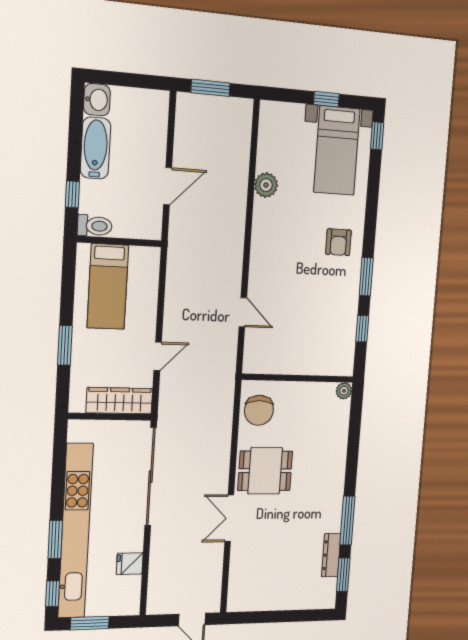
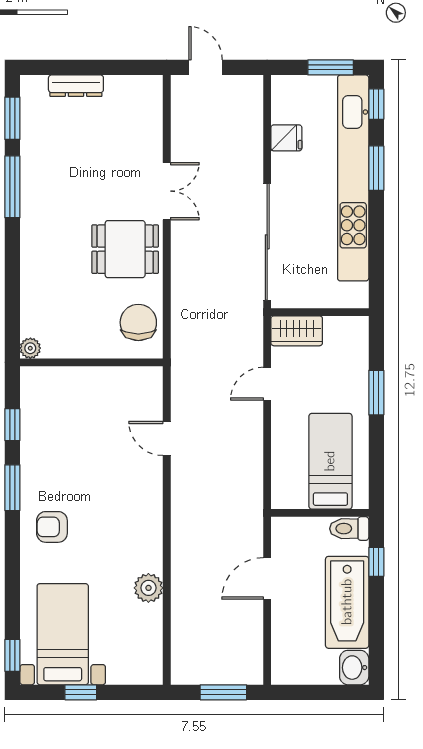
bathtub: (95, 148) -> (347, 602), width x1.36, depth x1.36
armchair: (338, 242) -> (52, 527), turned -90
wardrobe: (119, 401) -> (297, 331), width x0.67
dresser: (331, 555) -> (76, 86), moved, turned 90

